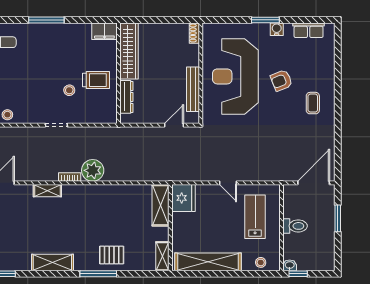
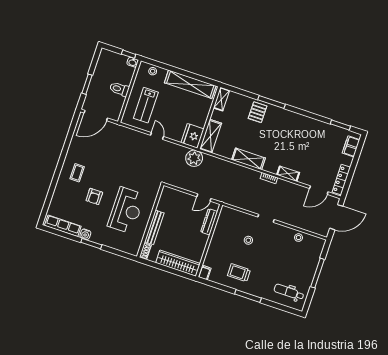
row of seats: (309, 30) -> (63, 226), width x1.48
filing cabinet: (104, 31) -> (205, 273), width x0.50
wardrobe: (129, 51) -> (178, 263), moved, turned 90
reception desk: (235, 76) -> (126, 210), width x0.74, depth x0.77
trolley: (96, 80) -> (239, 273), moved
armchair: (281, 80) -> (94, 196), turned 112
bench: (193, 89) -> (154, 227), moved
door: (174, 125) -> (204, 198), moved
plant: (93, 170) -> (194, 158), moved
pallet: (112, 255) -> (258, 112), turned 90
shelving: (52, 262) -> (248, 159), moved

